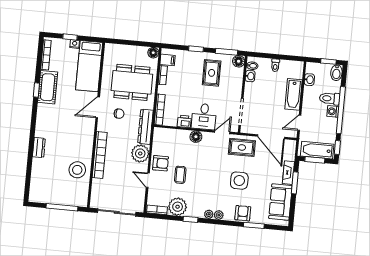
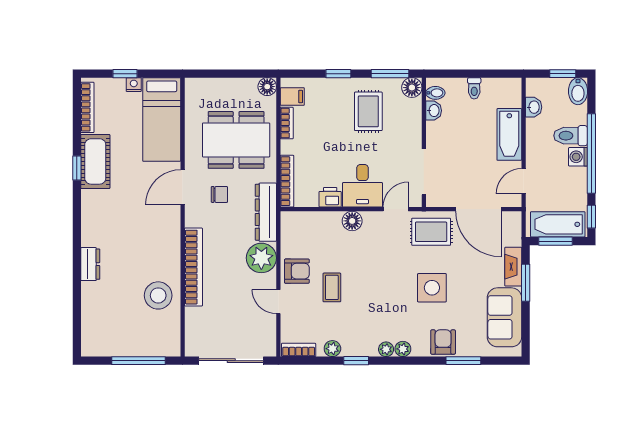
plant: (178, 207) -> (332, 349), width x0.53, depth x0.53

